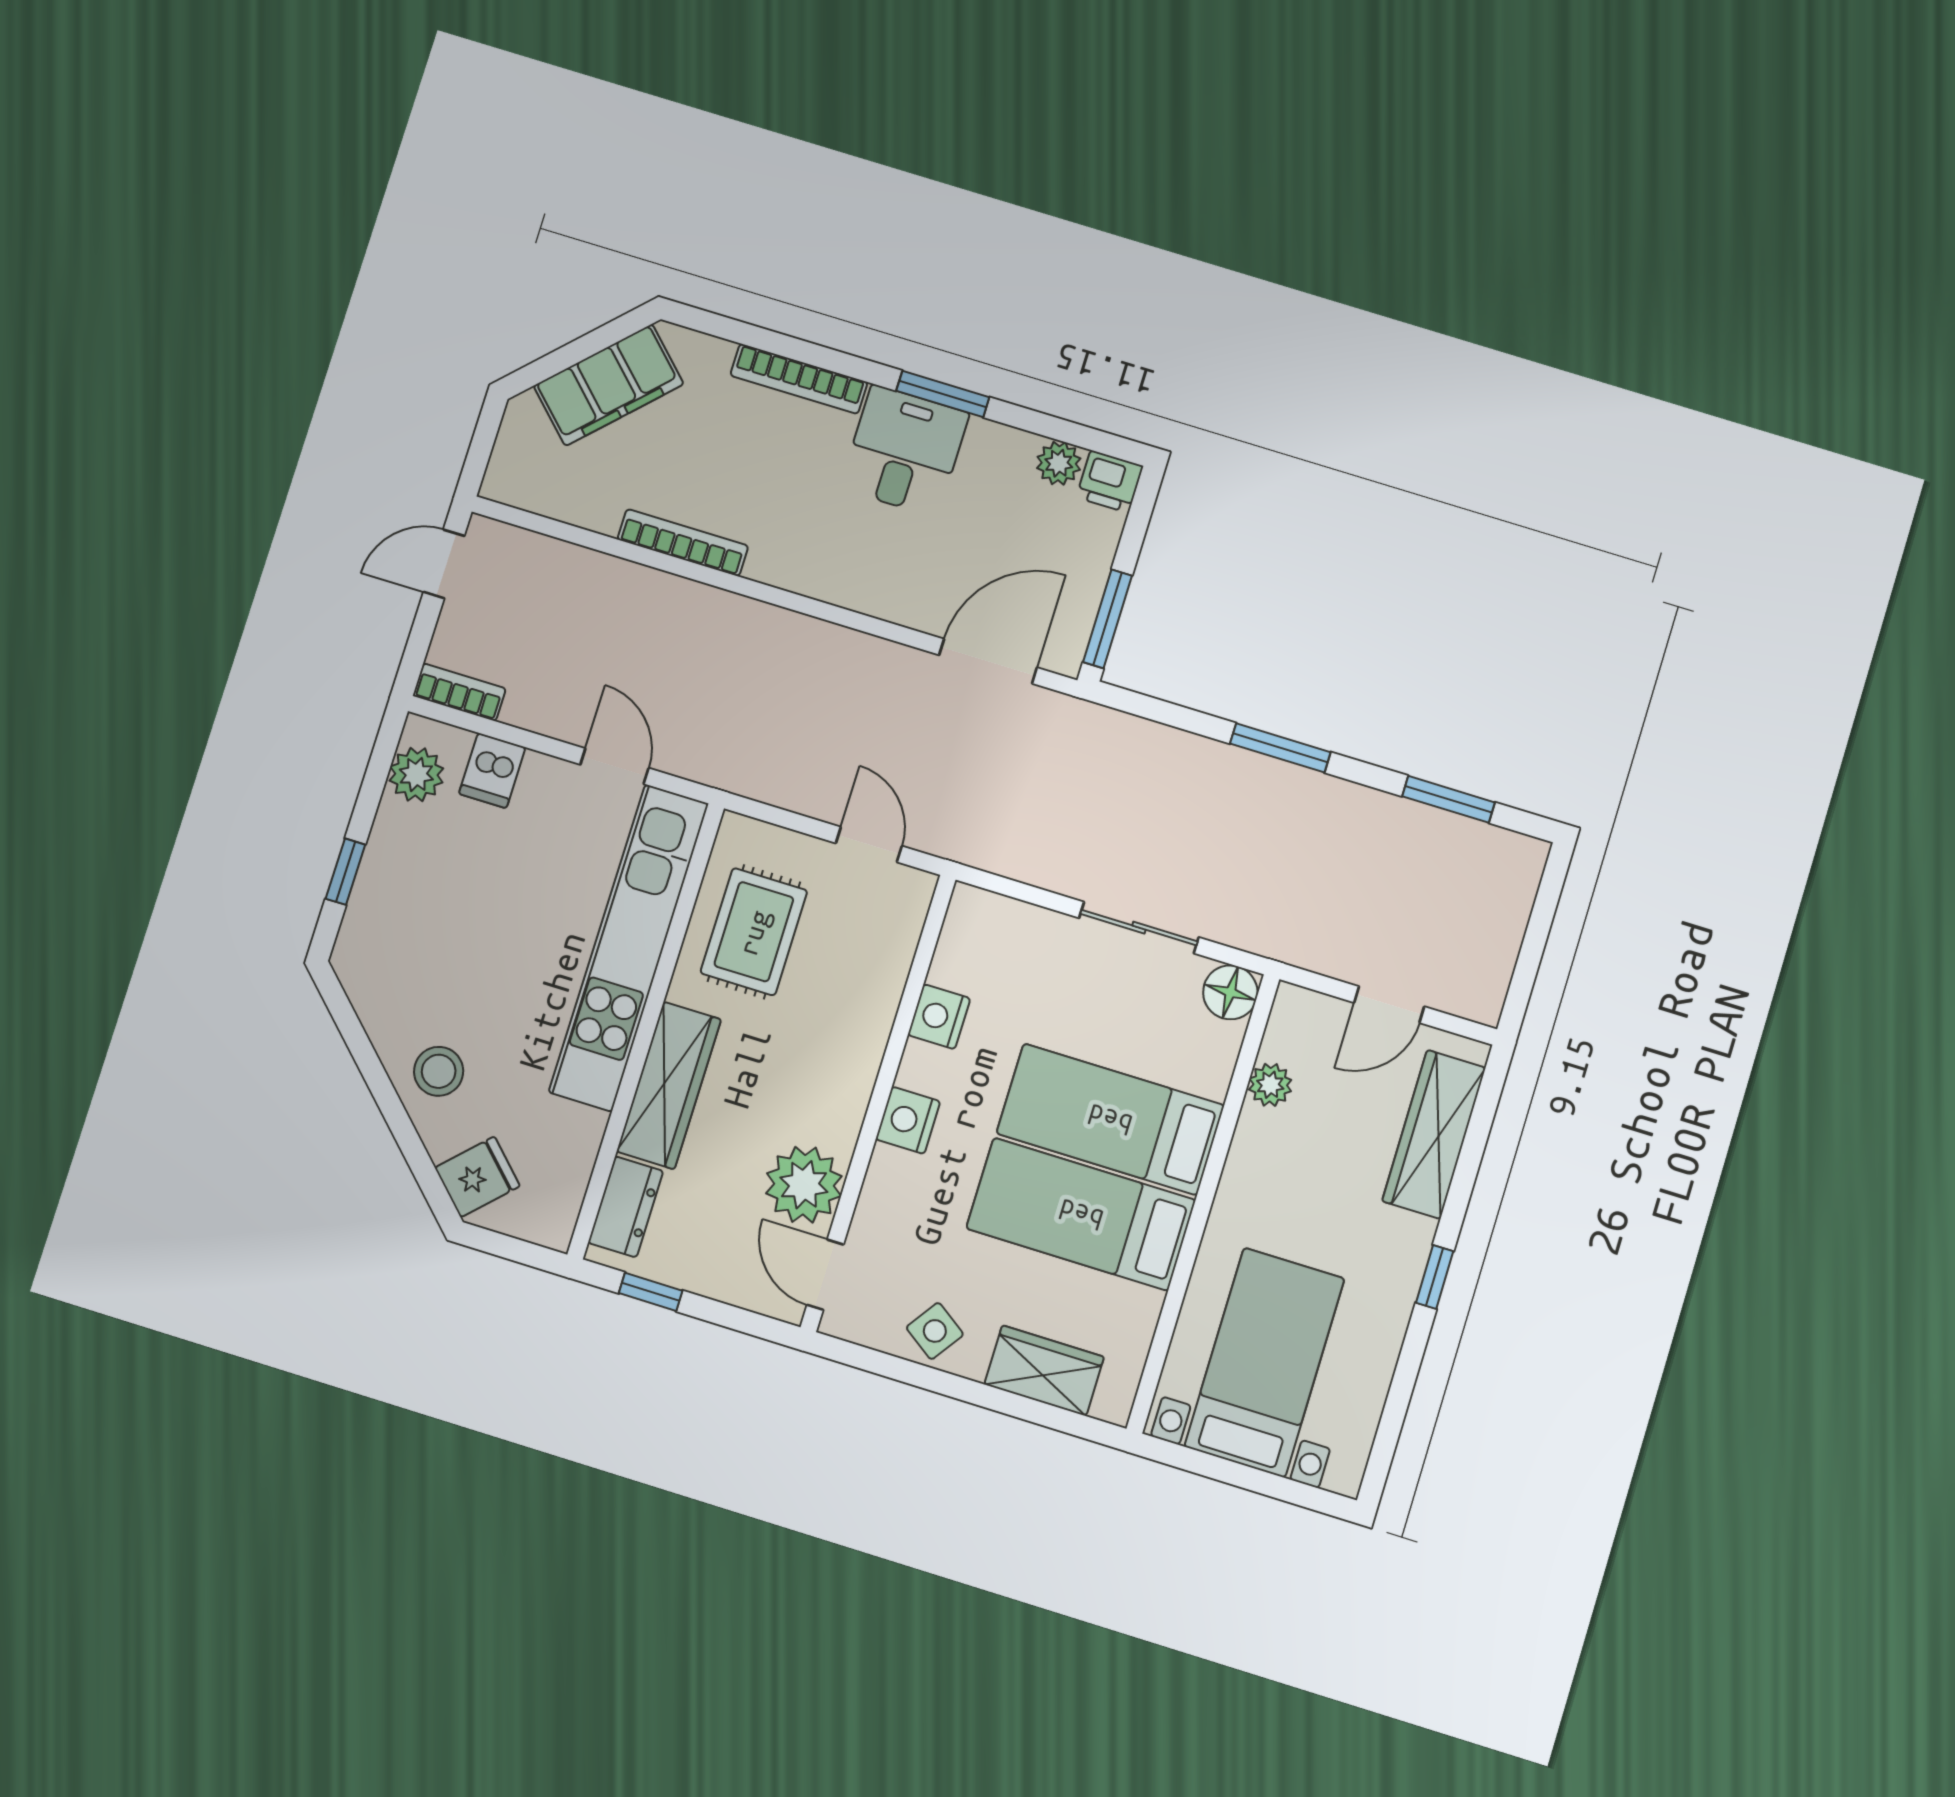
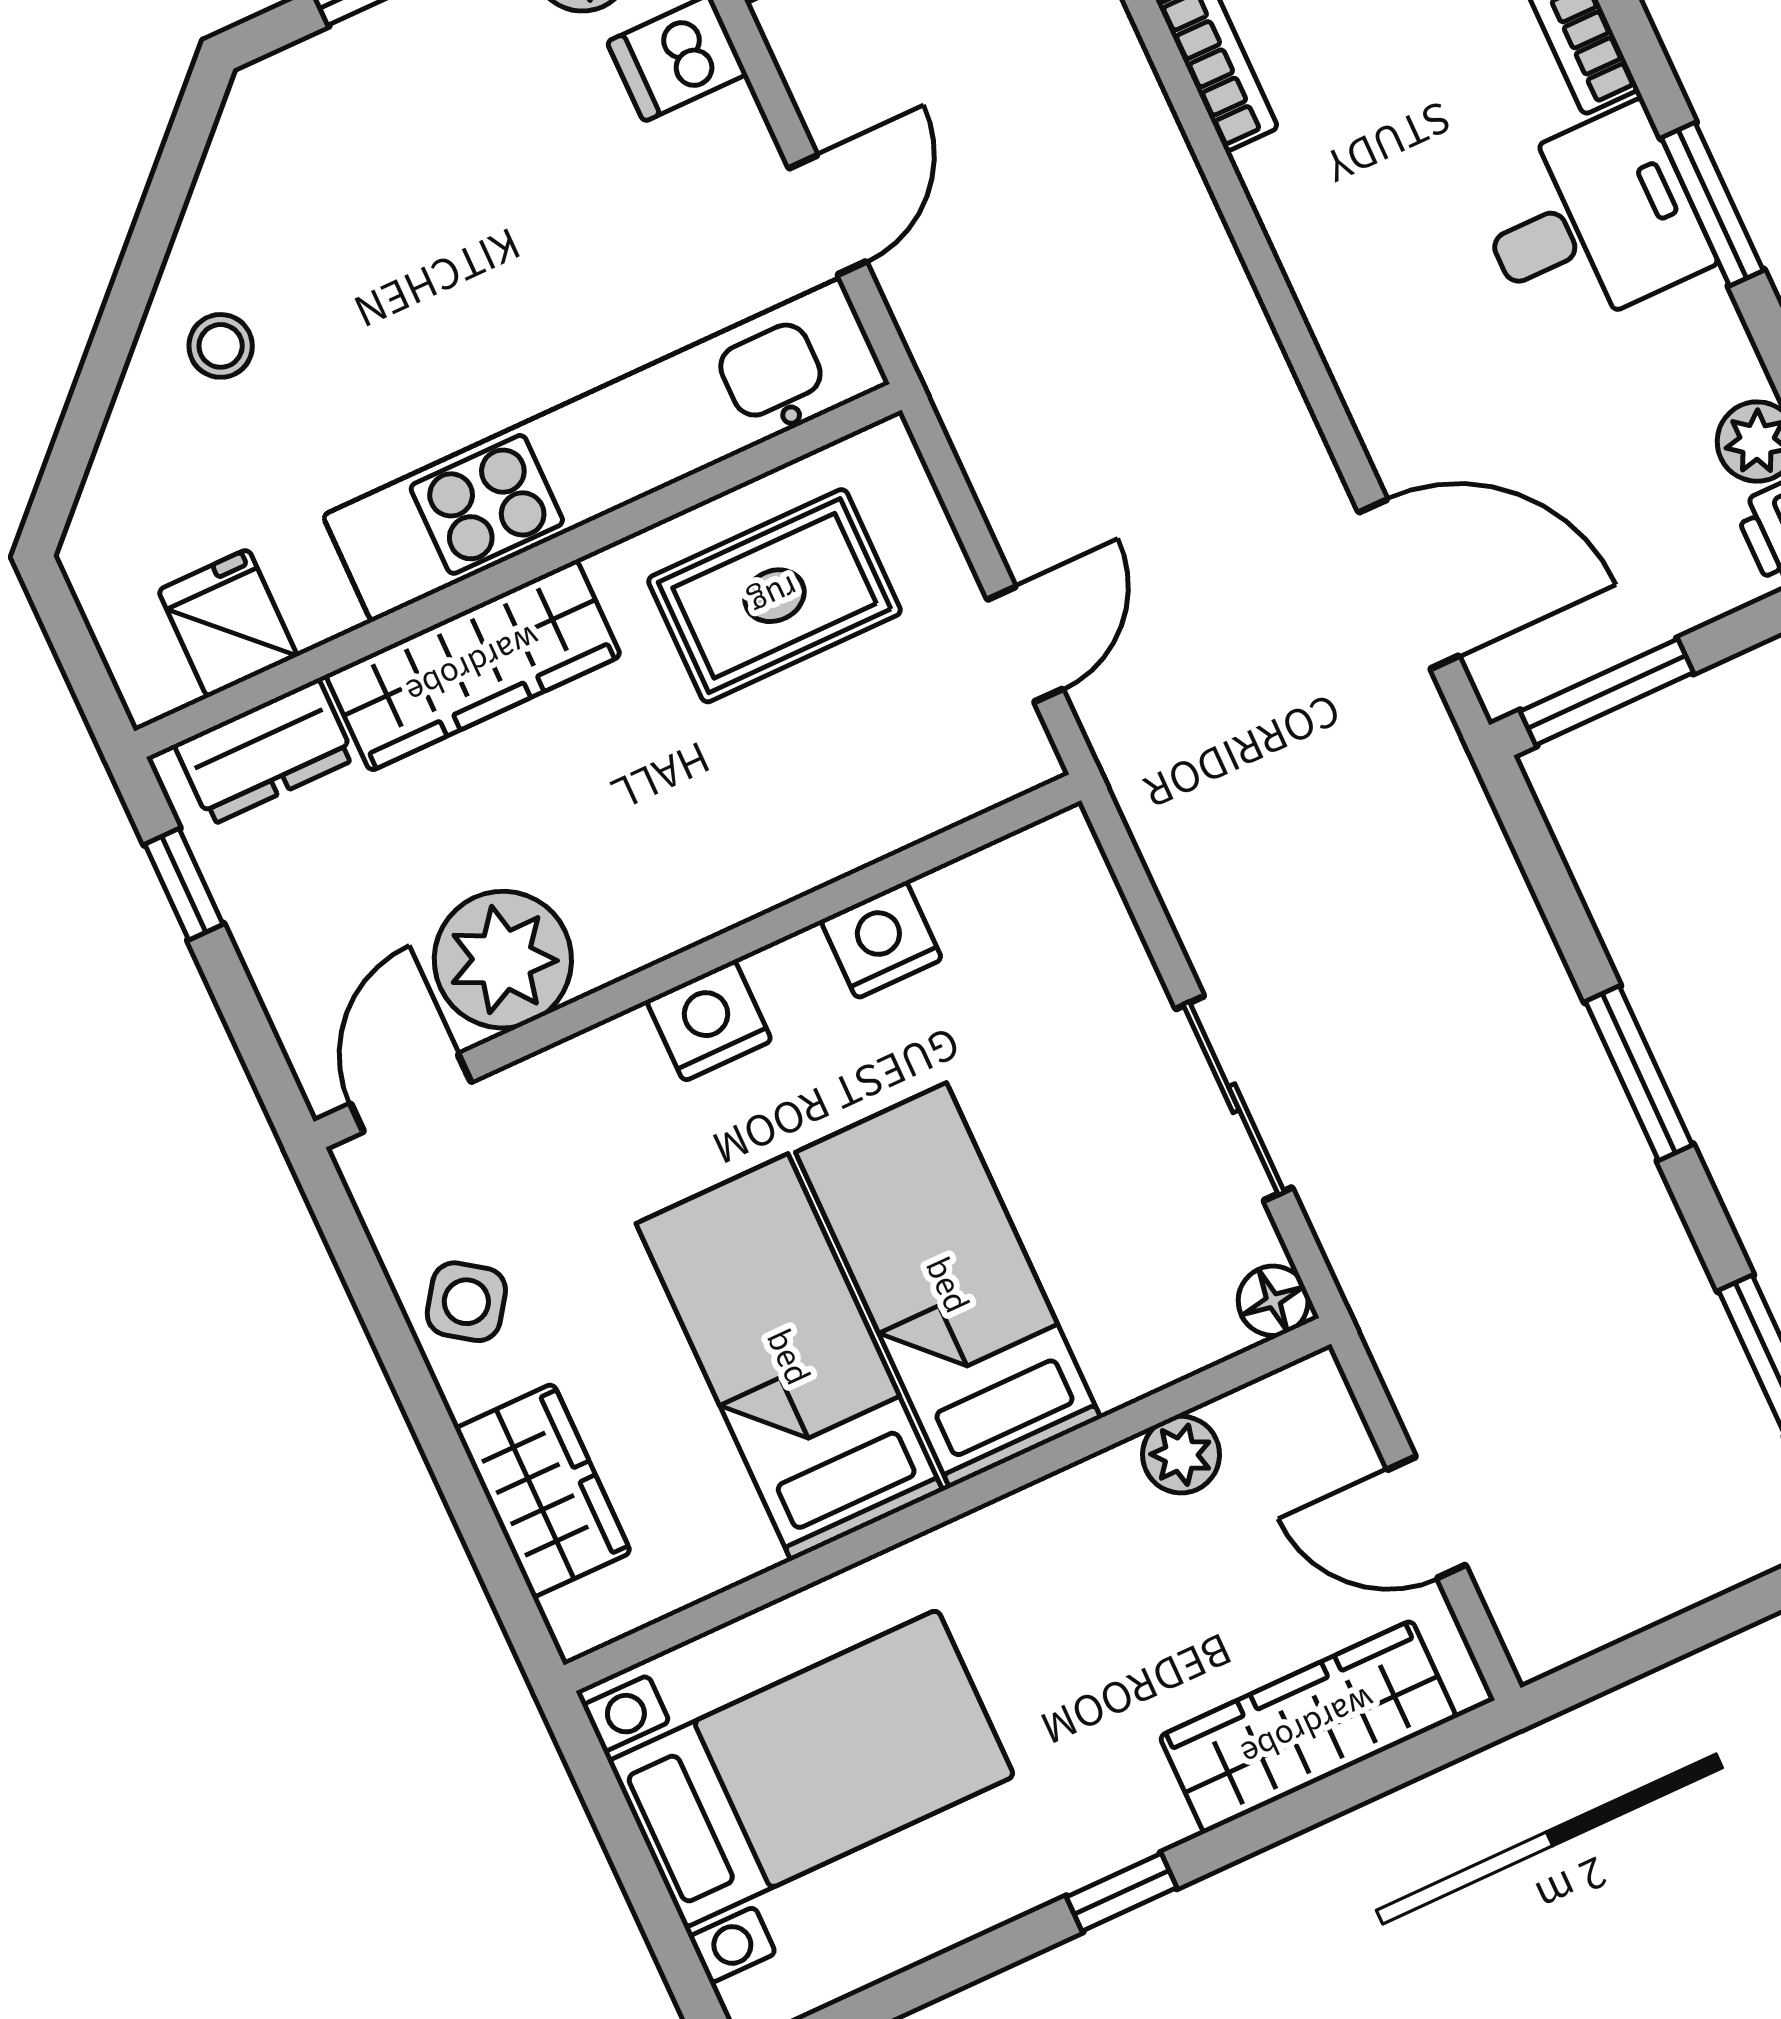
floor lamp: (1230, 992) -> (1273, 1301), width x0.73, depth x0.73
stool: (439, 1071) -> (221, 346), width x0.73, depth x0.73
fridge: (477, 1177) -> (228, 623), moved, turned -135

